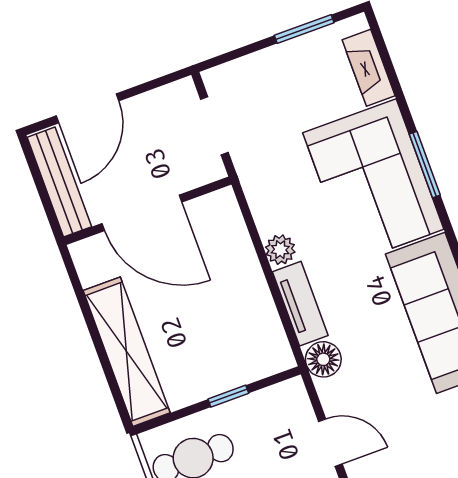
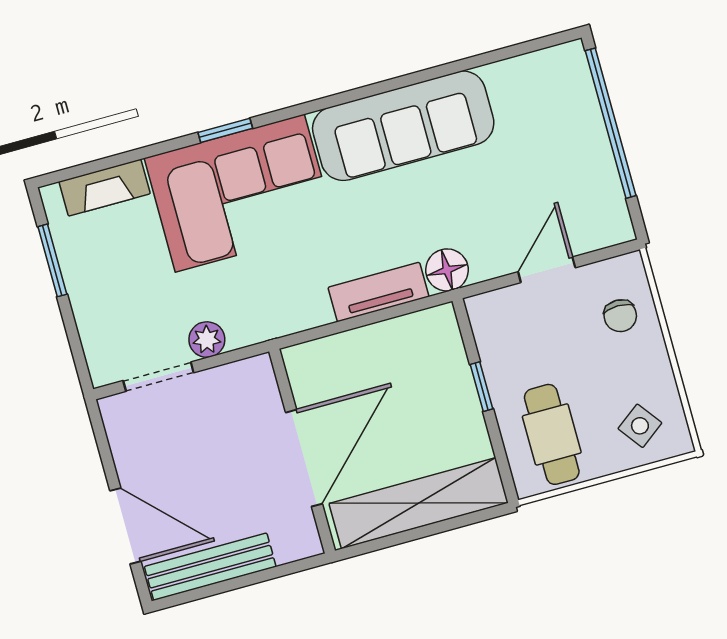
window: (425, 165) -> (225, 130), width x0.67
wall: (147, 211) -> (302, 451), moved
door: (142, 213) -> (304, 458), moved
plant: (280, 250) -> (207, 340), moved

